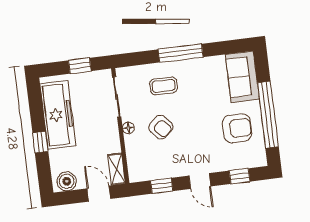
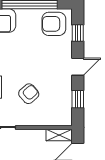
floor lamp: (128, 128) -> (26, 121), removed
armchair: (237, 128) -> (54, 24), moved, turned -90

